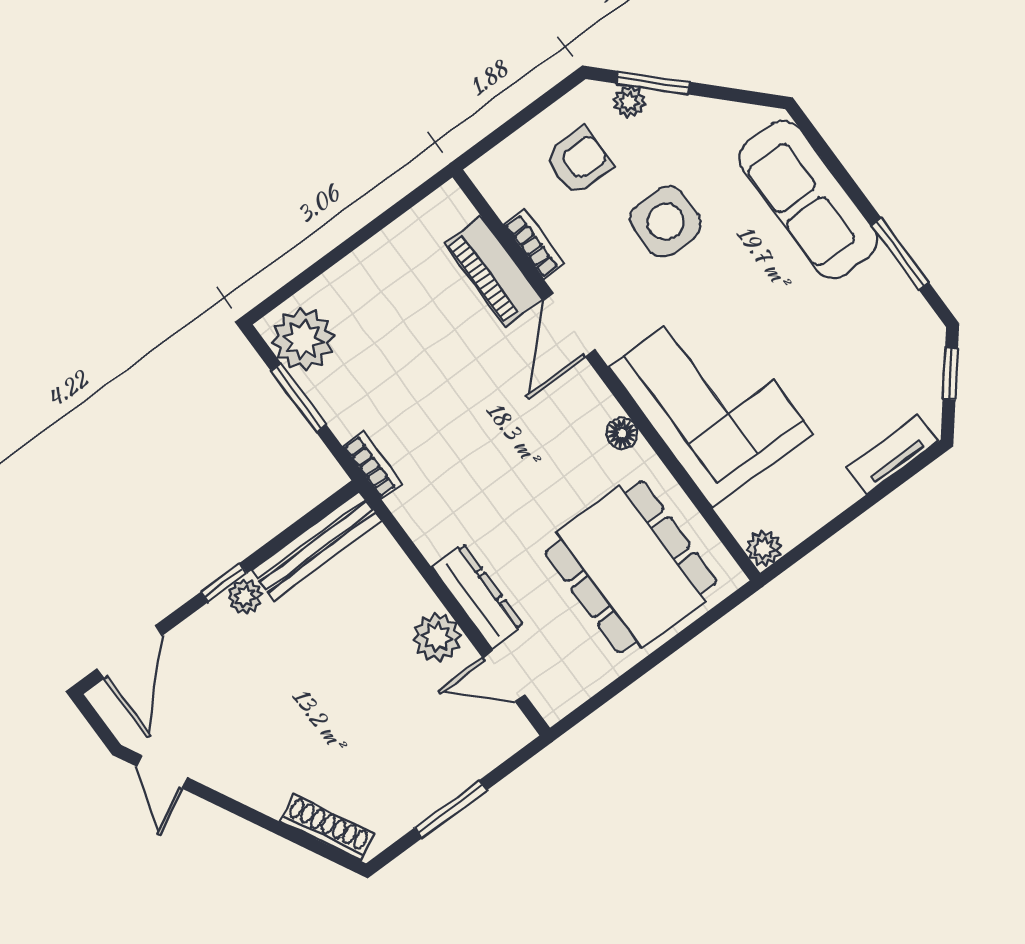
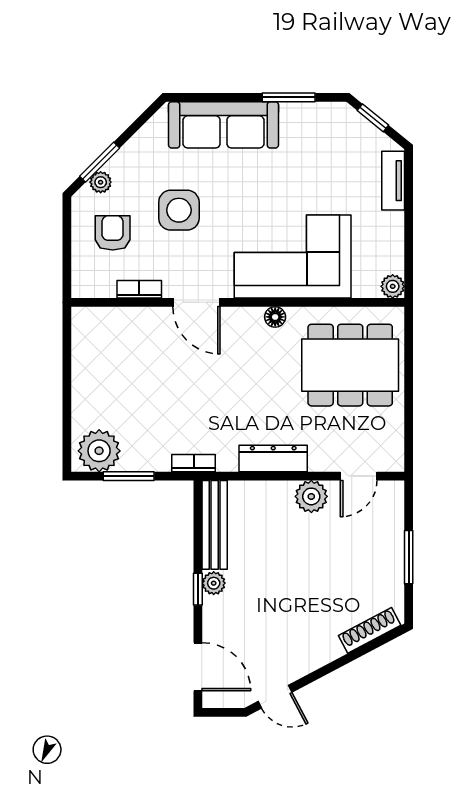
piano: (493, 271) -> (138, 322), removed
dresser: (478, 596) -> (273, 458), moved

